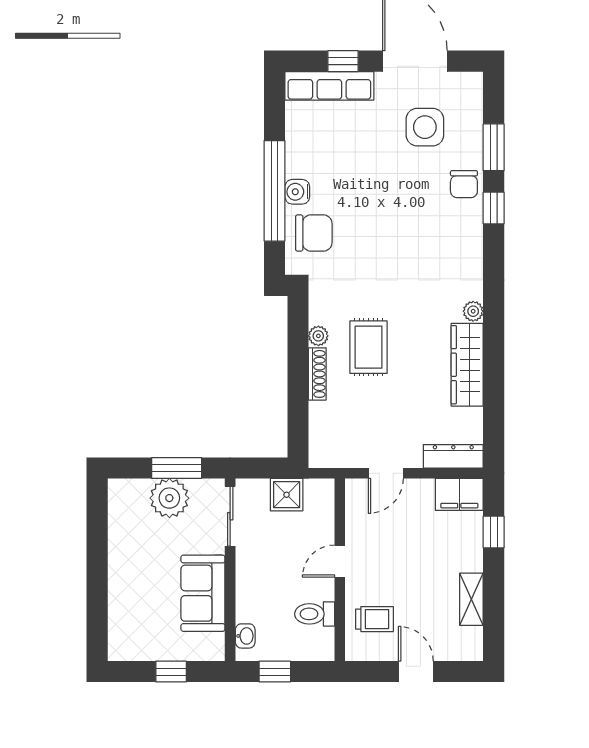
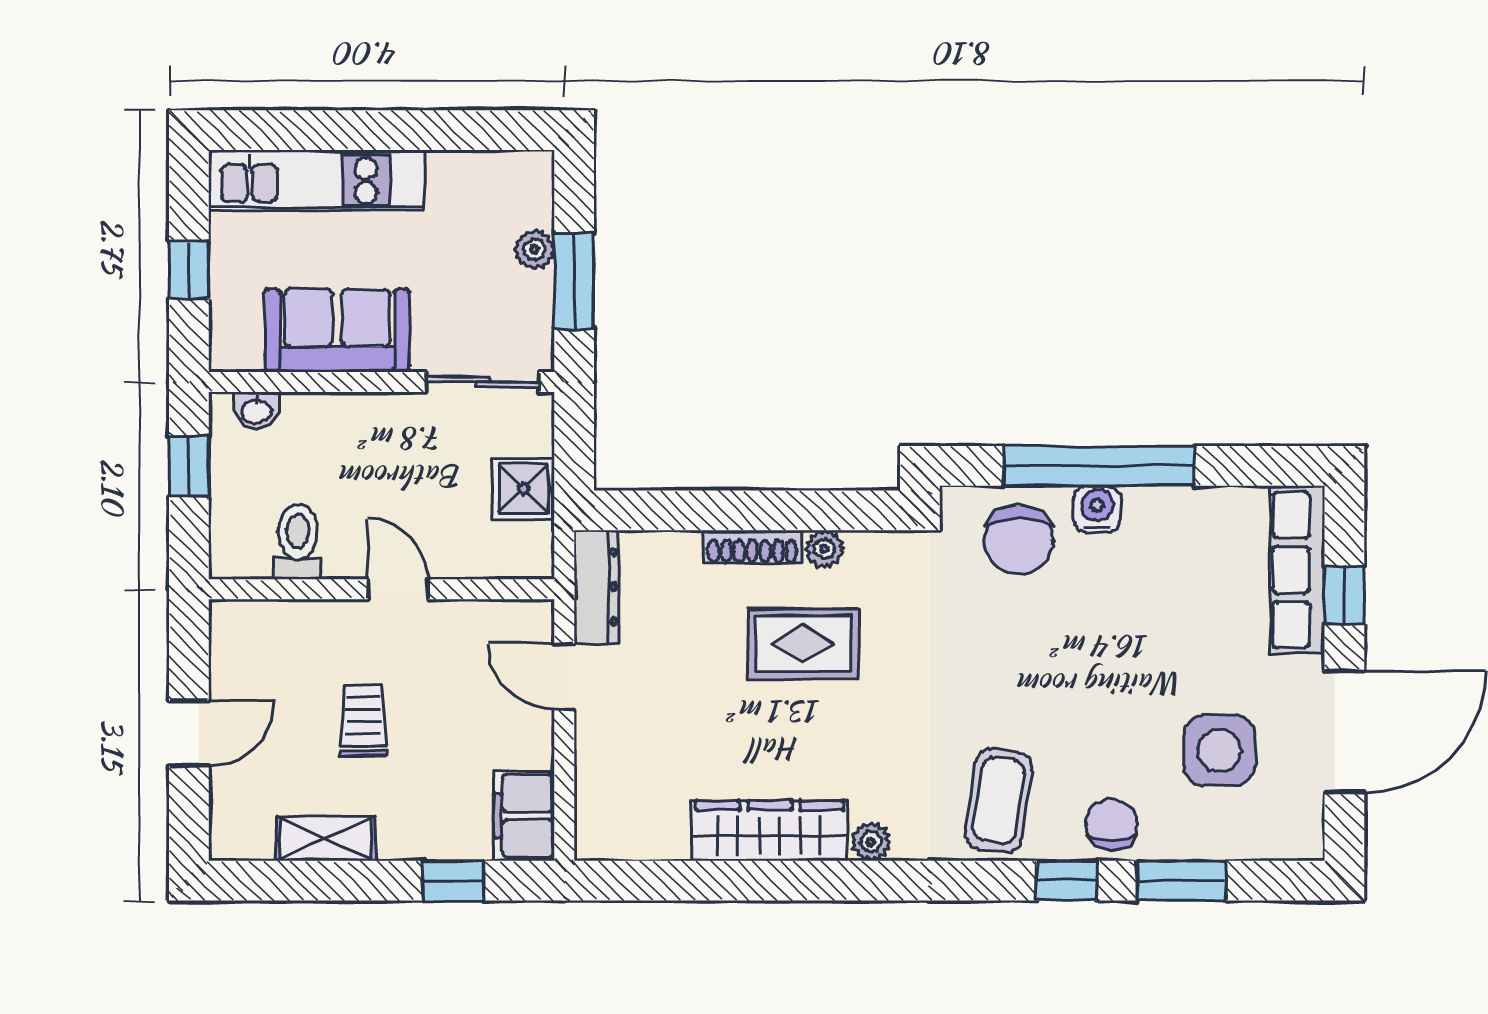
chair: (464, 184) -> (1112, 825), turned 90
coffee table: (451, 244) -> (999, 800), added
dresser: (453, 456) -> (596, 587), moved
plant: (169, 498) -> (535, 250), width x0.53, depth x0.53
kitchen unit: (124, 604) -> (316, 180), added
trolley: (374, 619) -> (363, 721), moved, turned 180

